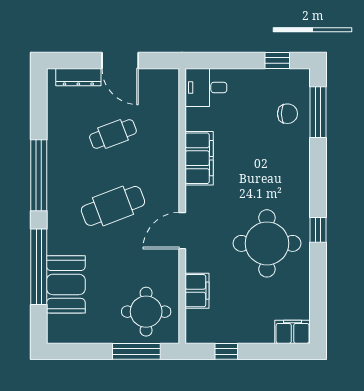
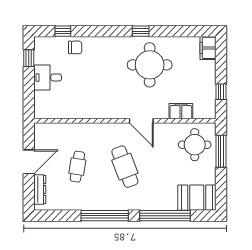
desk: (206, 87) -> (48, 77), moved, turned 90
window: (318, 112) -> (63, 31), width x0.46
chair: (287, 114) -> (75, 47), moved, turned 90
cafe table: (113, 134) -> (77, 167), turned 30
filing cabinet: (199, 158) -> (93, 110), removed
booth: (66, 284) -> (197, 198), moved

